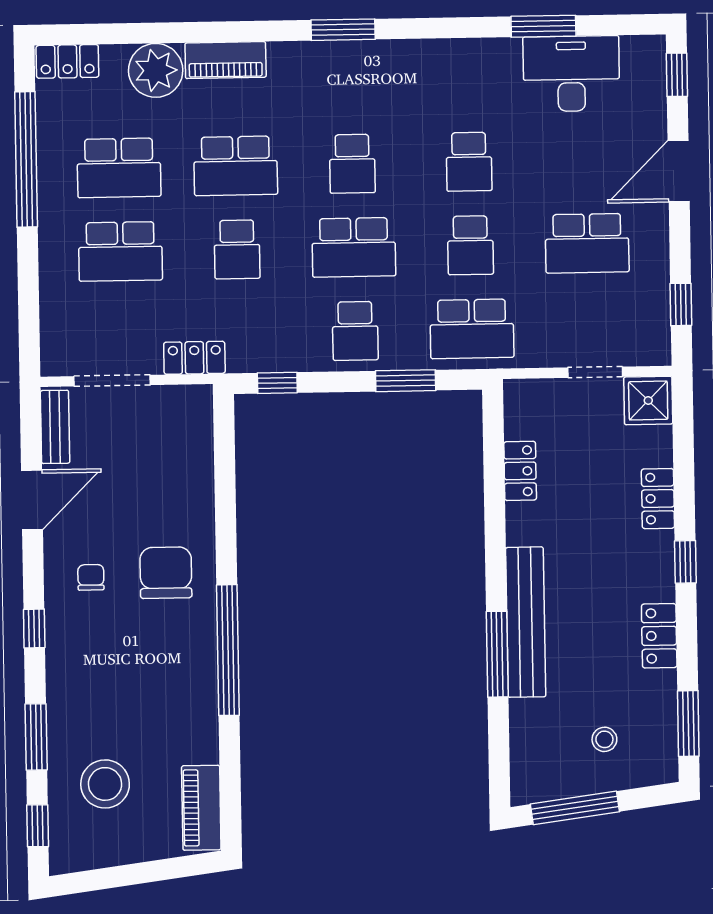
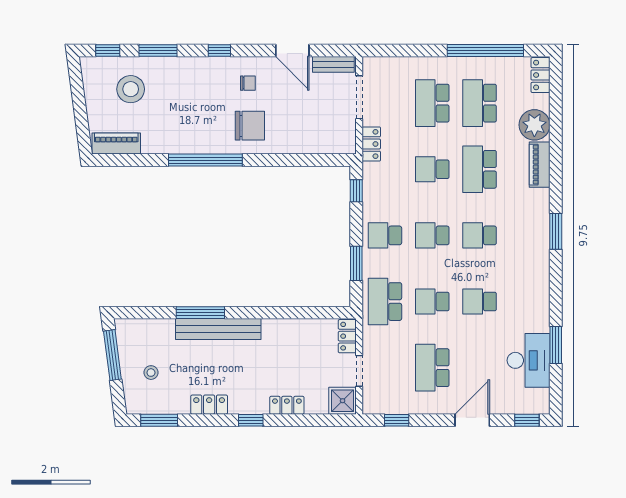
door: (679, 171) -> (472, 420), hinge flipped
school desk: (354, 247) -> (432, 235), width x0.54
locker: (520, 471) -> (347, 336), moved, turned 90

